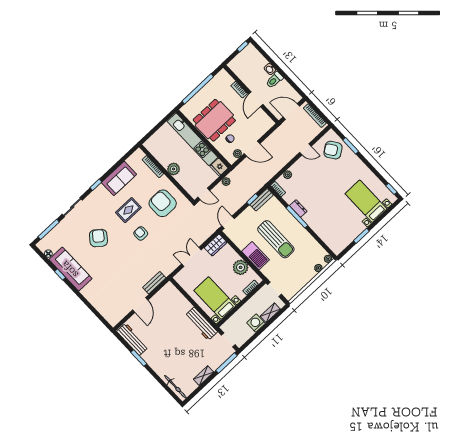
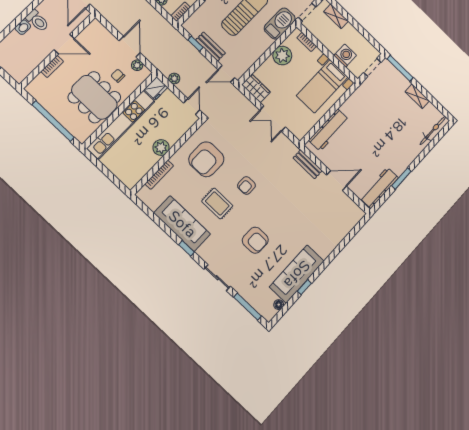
sofa: (119, 178) -> (182, 224), width x1.36
bench: (262, 200) -> (210, 47), moved
armchair: (98, 238) -> (255, 240), turned -128
barbecue: (255, 256) -> (280, 24), moved
washing machine: (256, 323) -> (345, 56), moved, turned 180
workbench: (201, 324) -> (329, 130), moved

